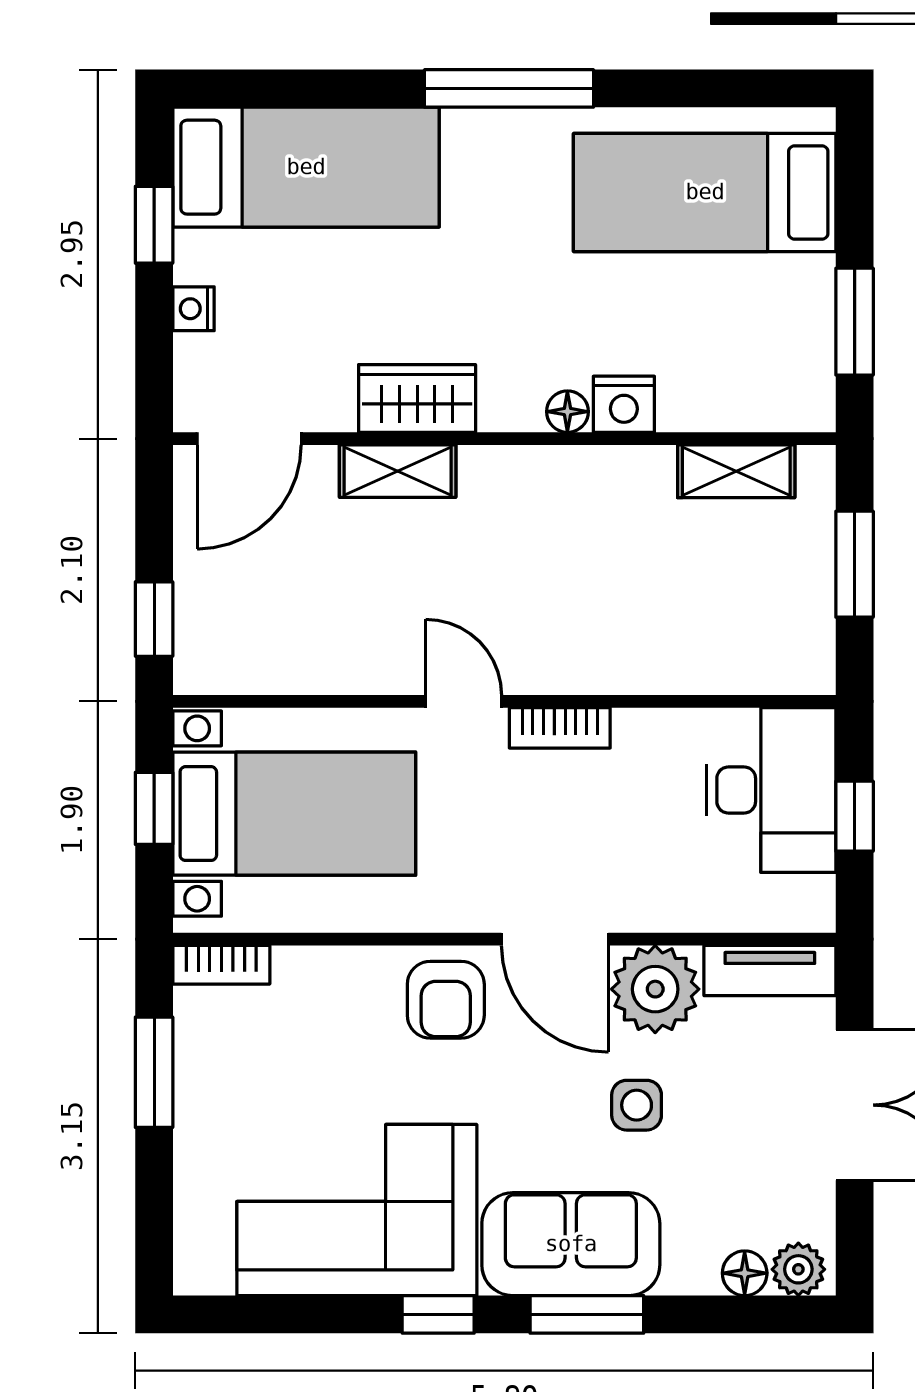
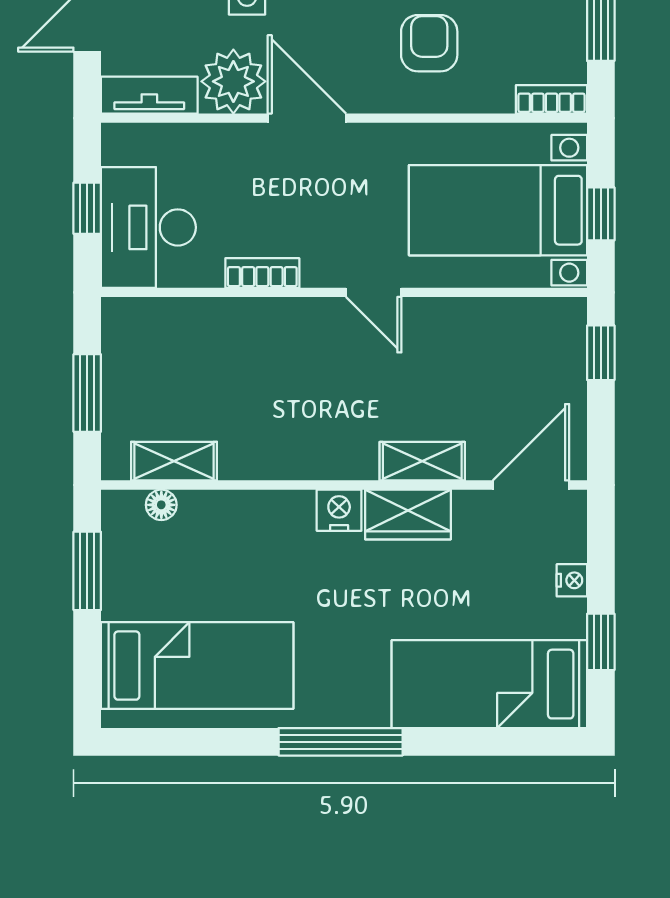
nightstand: (624, 404) -> (339, 510), moved
floor lamp: (567, 412) -> (161, 505), moved
bookcase: (560, 728) -> (262, 273), moved
armchair: (446, 1000) -> (429, 43), moved

